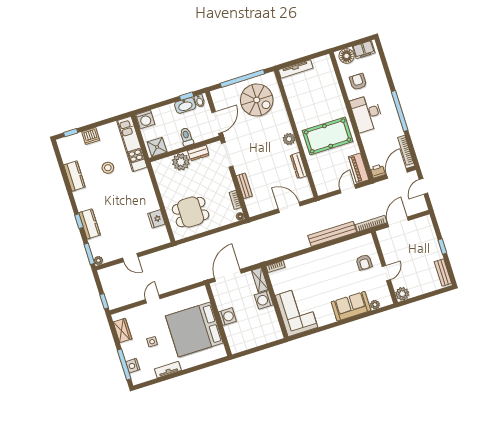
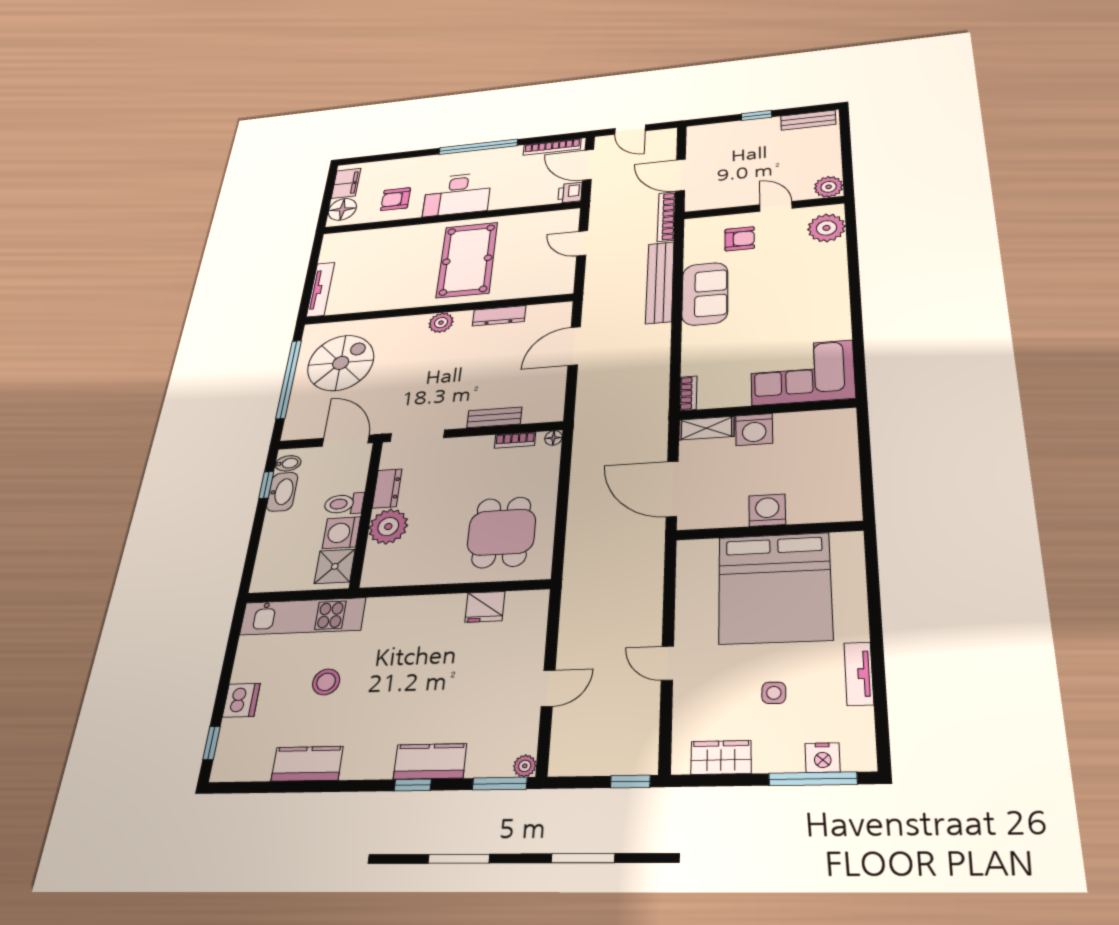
washing machine: (145, 119) -> (341, 533), moved, turned 180
piano: (359, 168) -> (551, 221), removed
plant: (375, 305) -> (826, 228), width x1.87, depth x1.87
sofa: (351, 306) -> (705, 294), moved, turned 180

